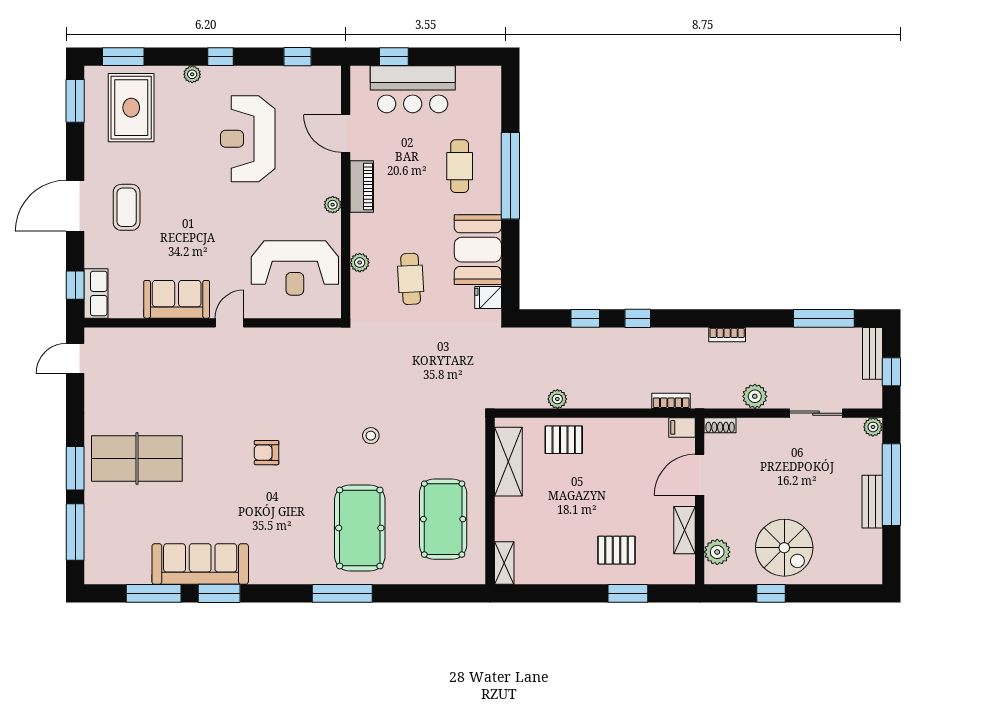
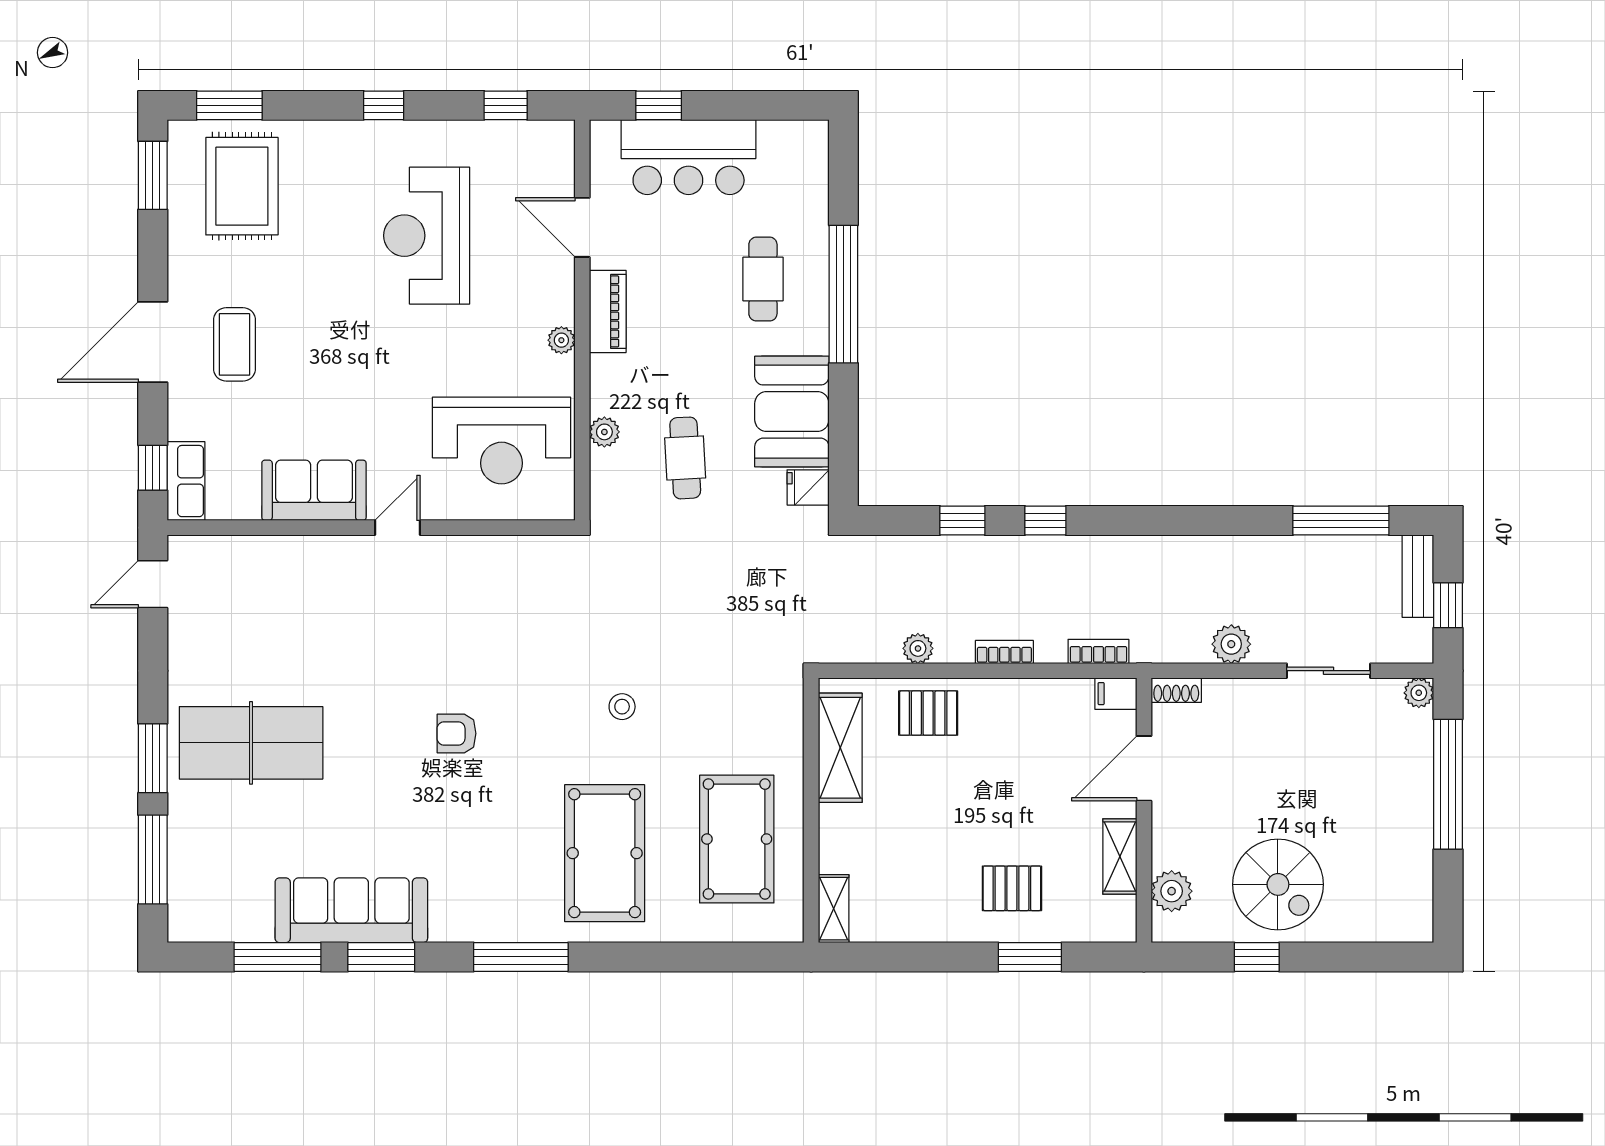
plant: (192, 74) -> (339, 133), removed
bookcase: (727, 335) -> (1004, 652), moved, turned 180
bench: (872, 502) -> (1418, 811), removed
window: (342, 593) -> (521, 957), moved

